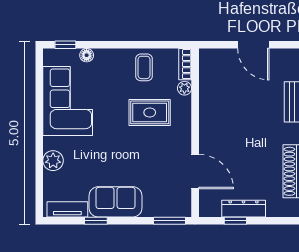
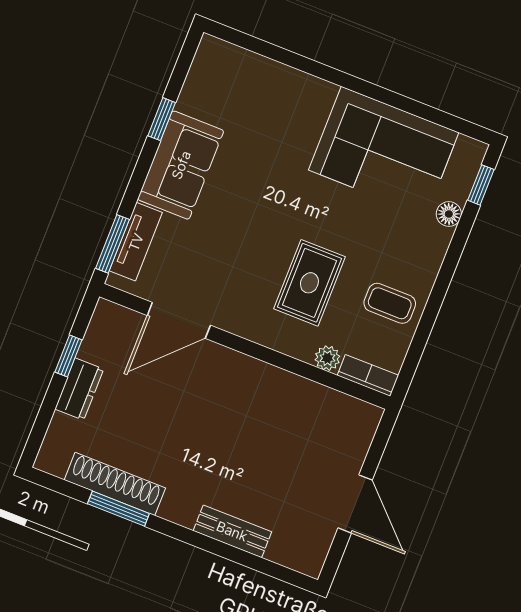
door: (253, 45) -> (355, 504), swing flipped
plant: (53, 161) -> (292, 87), removed
tv unit: (67, 209) -> (136, 242), moved
dresser: (244, 209) -> (79, 389), width x0.70

